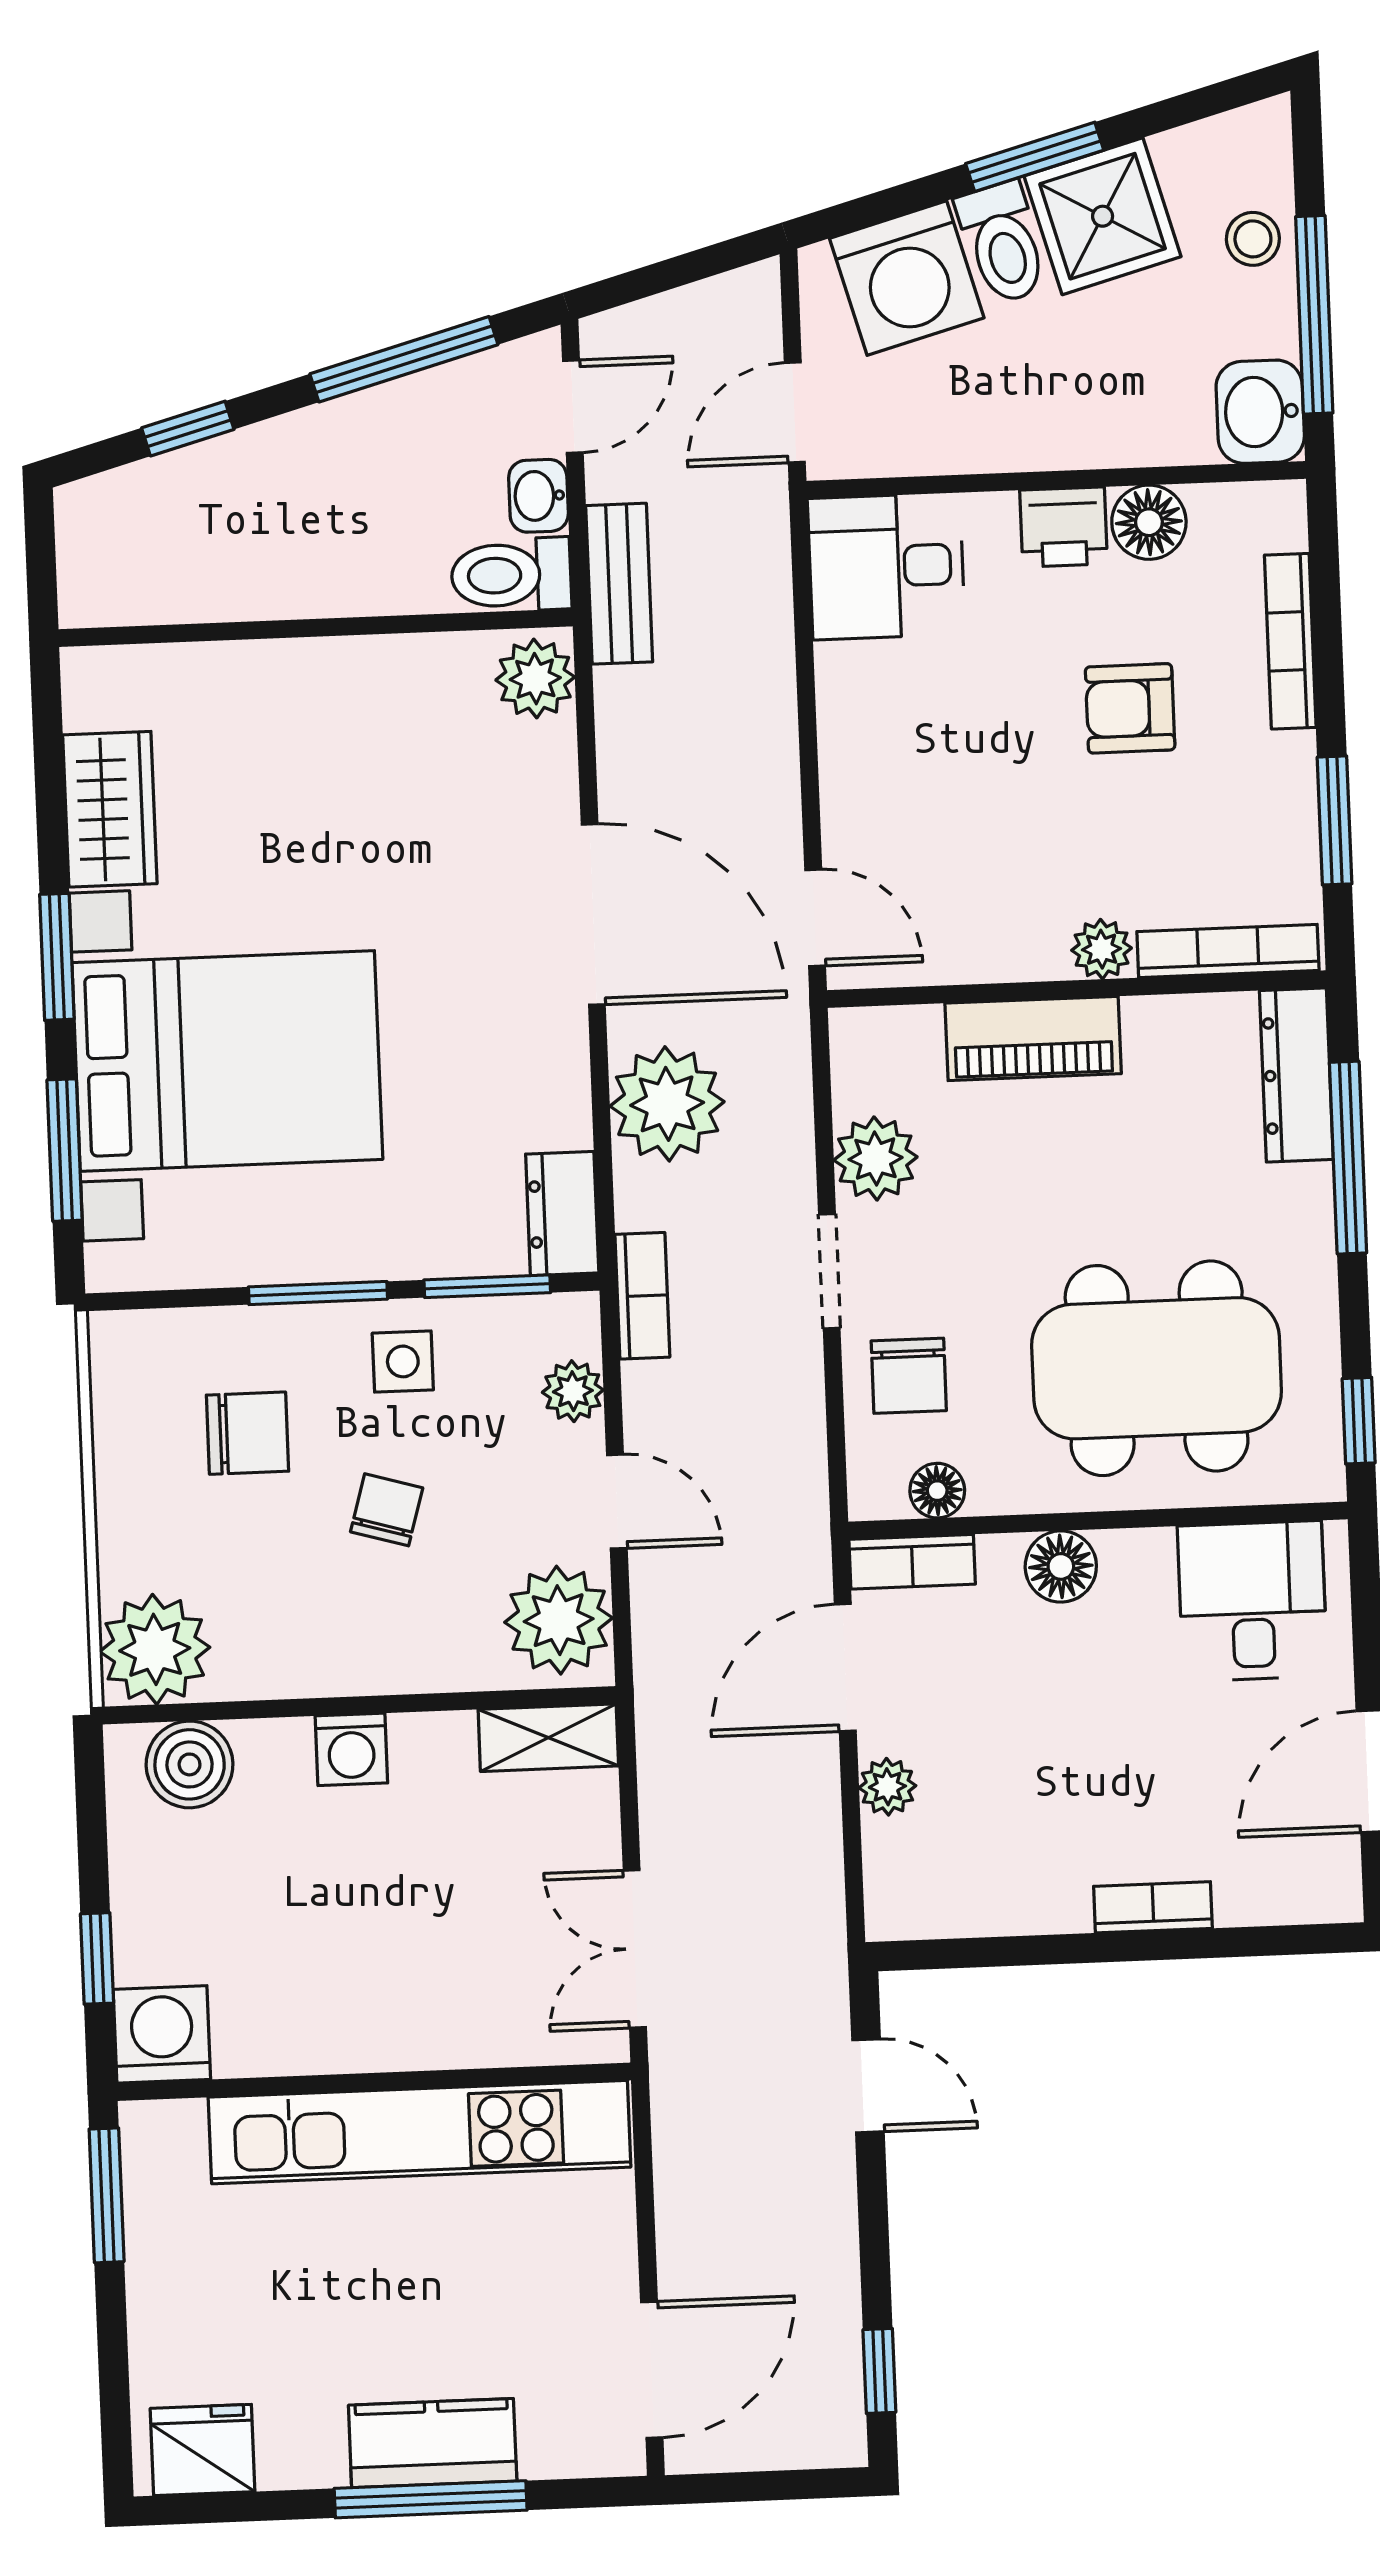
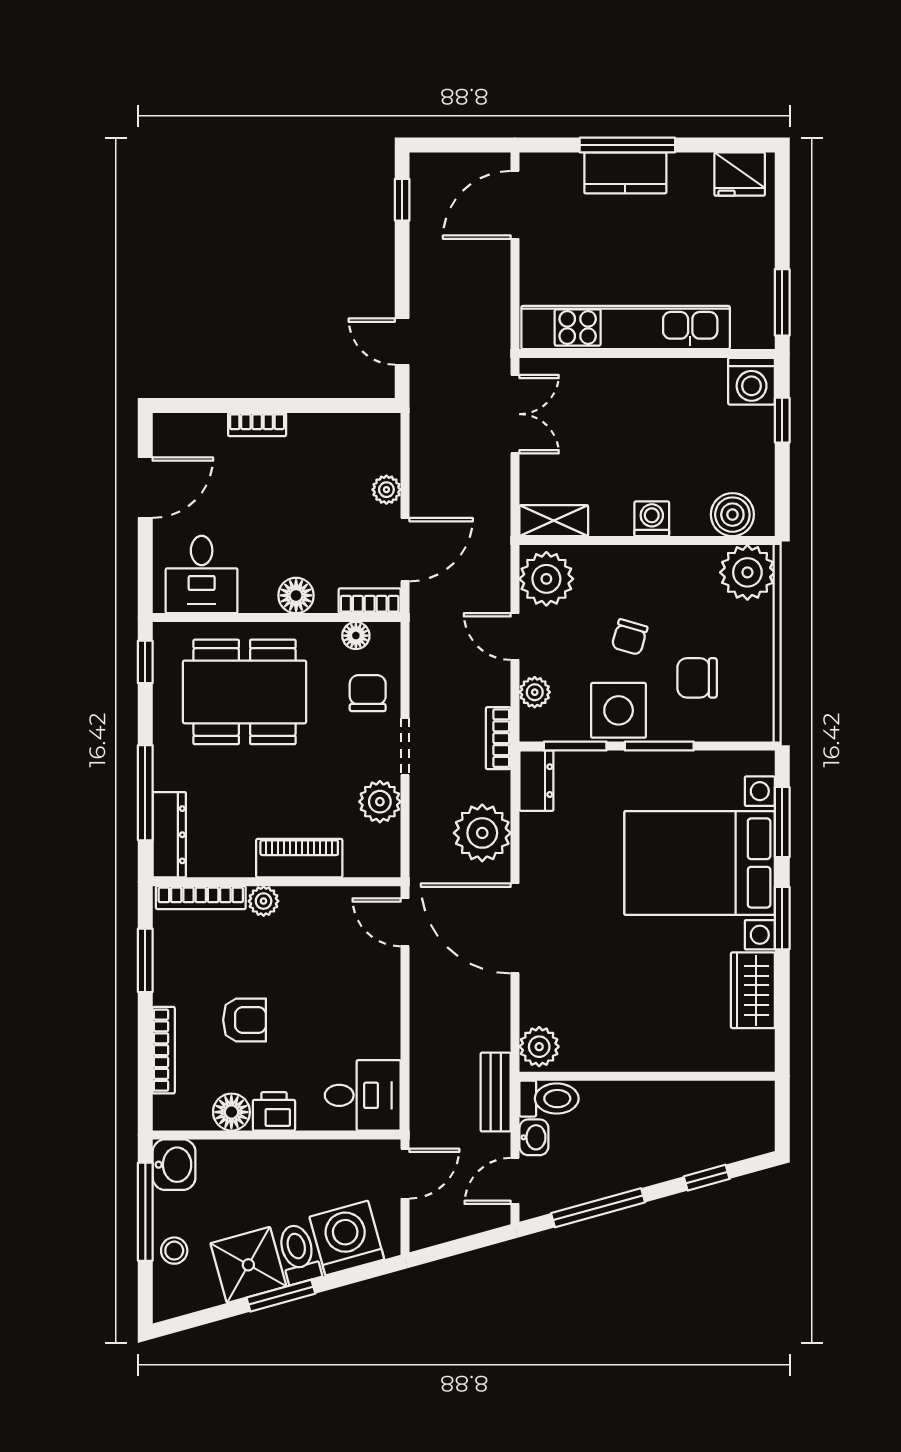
side table: (403, 1361) -> (619, 710), width x1.87, depth x1.87

